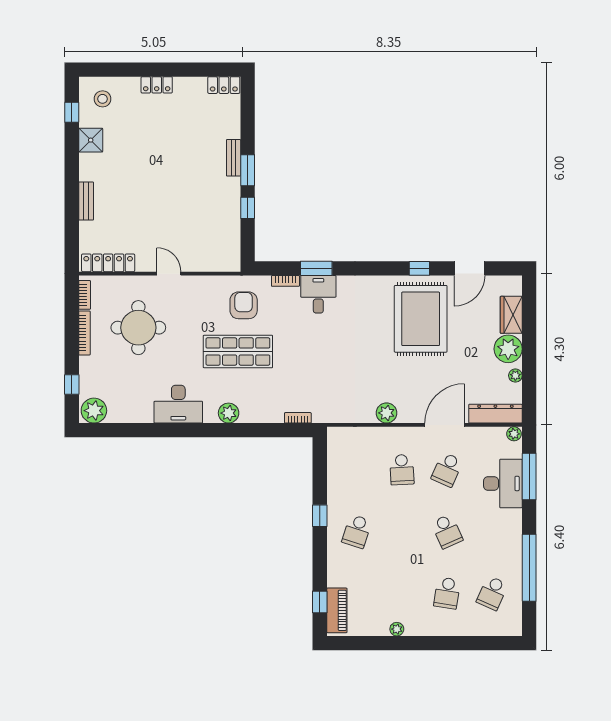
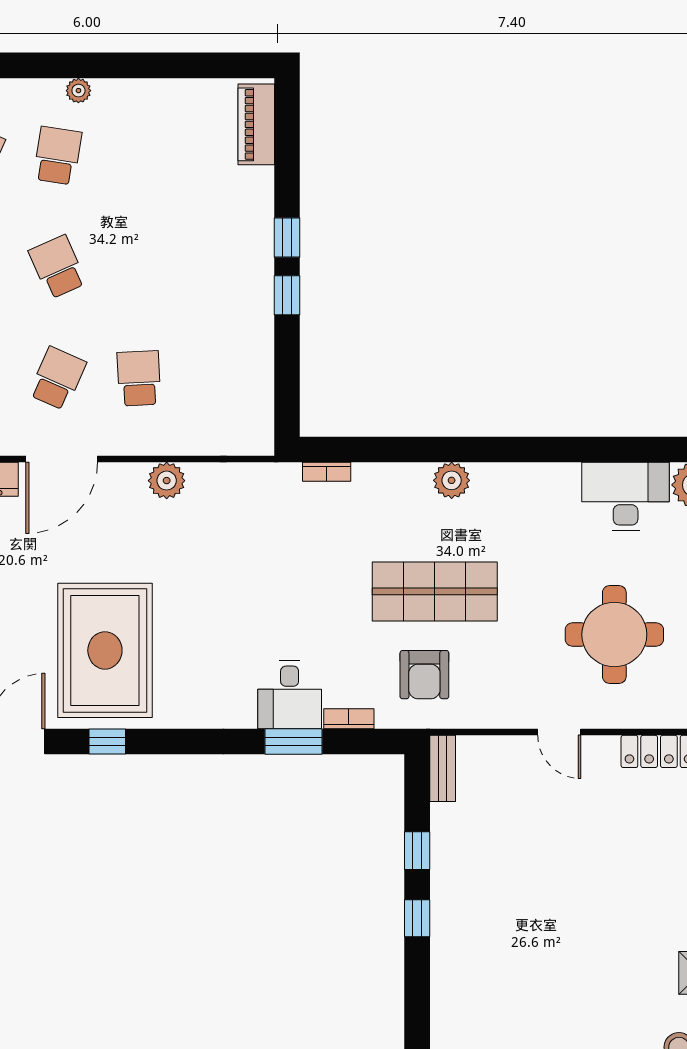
bench: (234, 158) -> (443, 768), moved
window: (248, 170) -> (417, 918), width x0.67
desk: (178, 404) -> (626, 496), moved
school desk: (357, 531) -> (220, 267), removed
window: (320, 602) -> (287, 238), moved
plant: (397, 629) -> (78, 91), moved

